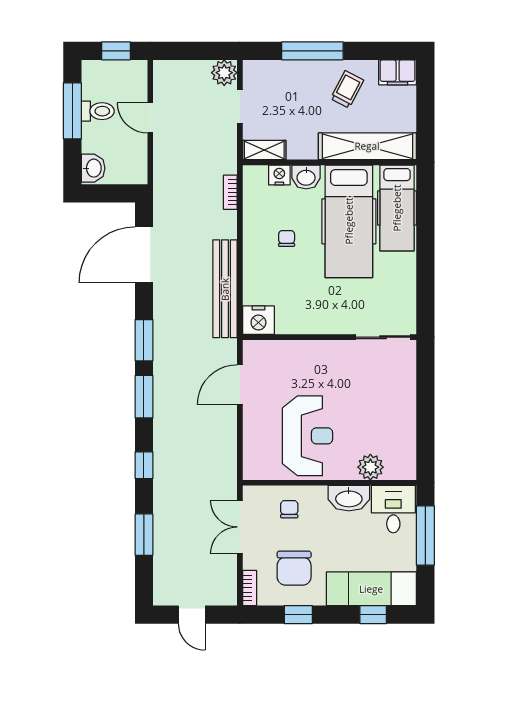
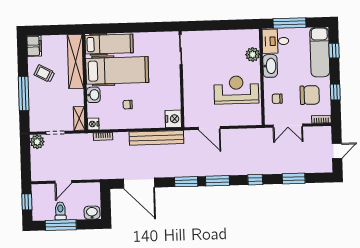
nightstand: (279, 175) -> (93, 124), moved

